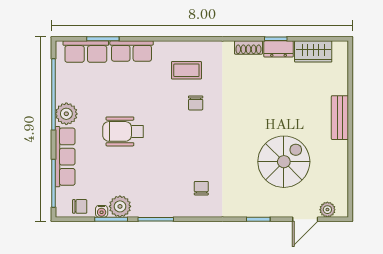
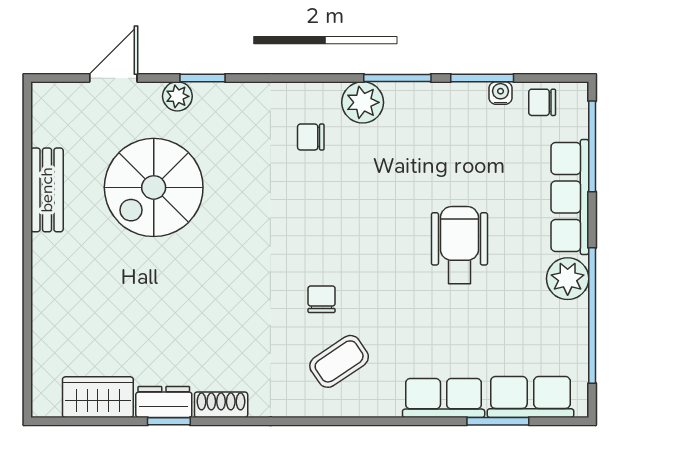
coffee table: (186, 70) -> (339, 361), turned -34
bench: (340, 118) -> (47, 190), moved
wheelchair: (123, 131) -> (459, 245), turned -90
chair: (201, 188) -> (311, 137), turned 90
plant: (120, 206) -> (363, 102), moved
plant: (327, 210) -> (177, 96), moved

